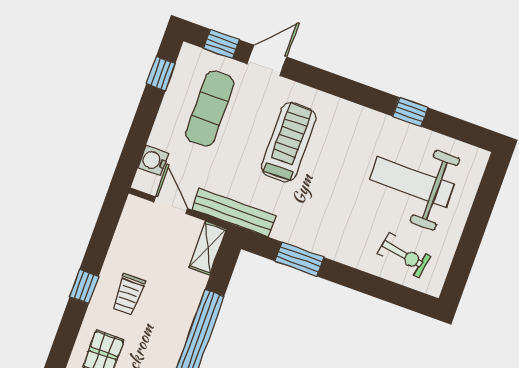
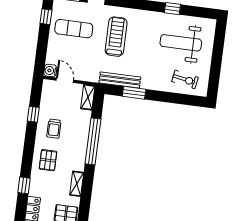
exercise mat: (210, 109) -> (74, 29), turned 90
water cooler: (153, 161) -> (50, 71), moved
bench: (234, 213) -> (120, 80), moved
window: (84, 287) -> (33, 114), moved

